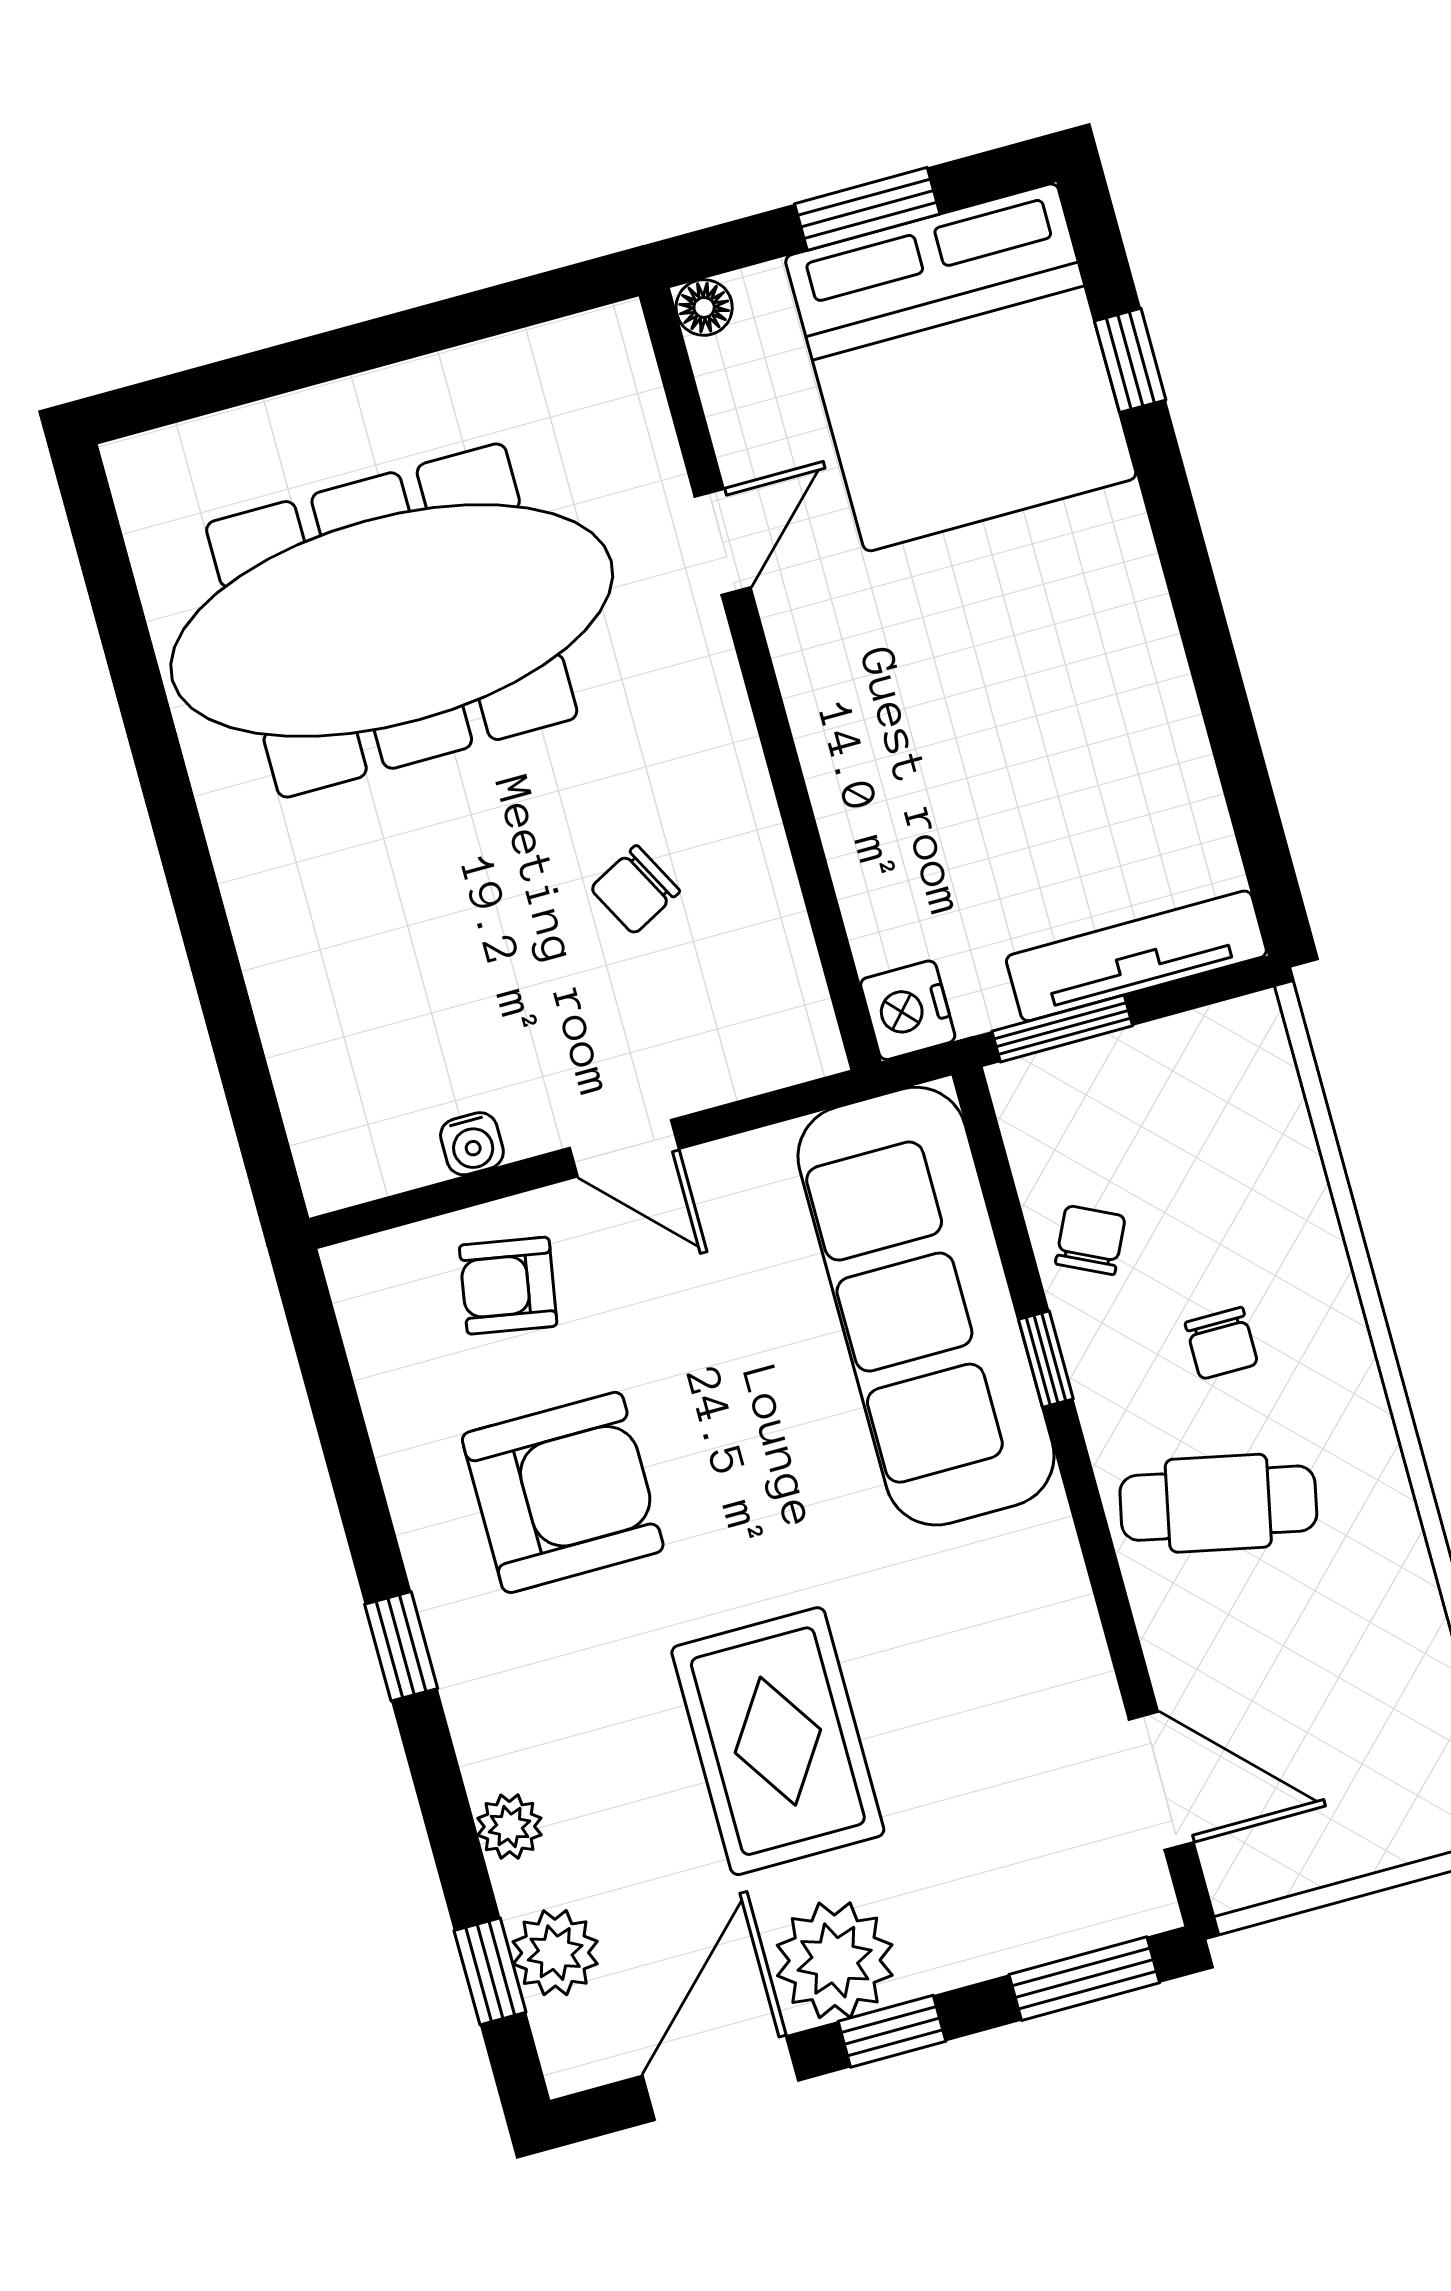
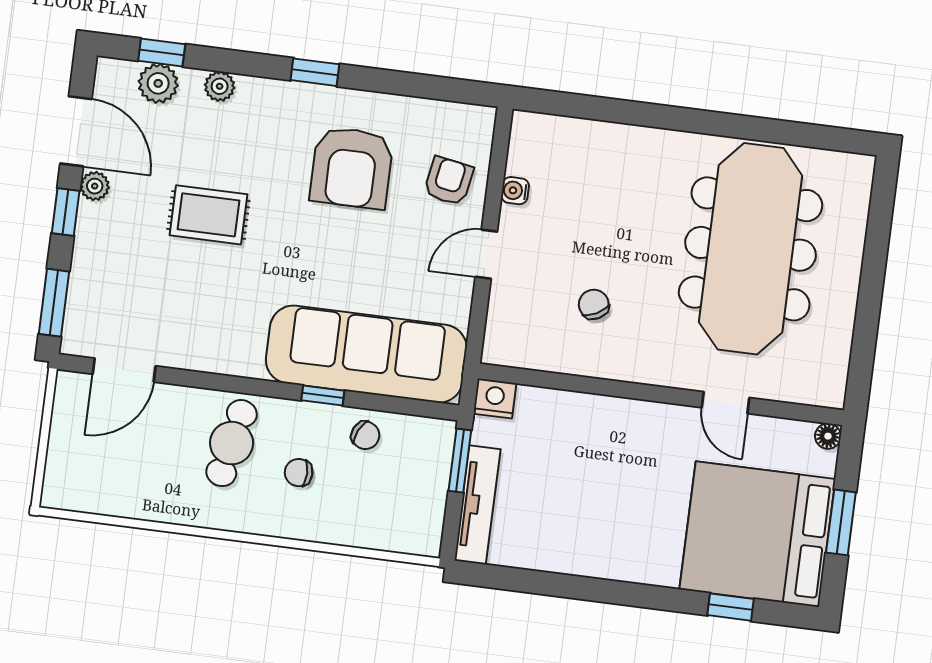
rug: (778, 1741) -> (208, 215), width x0.73, depth x0.70
plant: (835, 1960) -> (95, 186), width x0.53, depth x0.53

